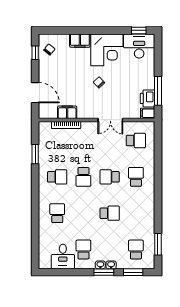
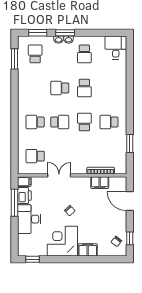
desk: (139, 46) -> (29, 219), moved, turned 90
school desk: (136, 177) -> (35, 122), turned 90
school desk: (57, 213) -> (84, 88), moved
school desk: (136, 250) -> (35, 54), turned 180
desk: (63, 256) -> (116, 47), moved

